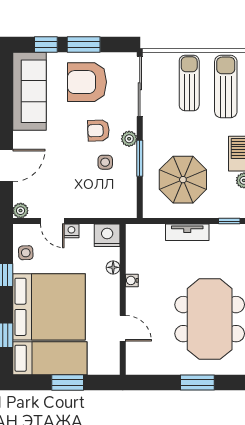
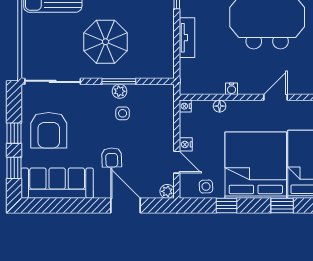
window: (84, 44) -> (14, 133), width x0.67
sun lounger: (189, 83) -> (50, 36), removed
armchair: (98, 131) -> (112, 158), moved
plant: (129, 139) -> (120, 91), moved
parasol: (183, 180) -> (106, 42), moved
door: (52, 221) -> (177, 162), hinge flipped
nightstand: (107, 235) -> (185, 106), width x0.53, depth x0.56

